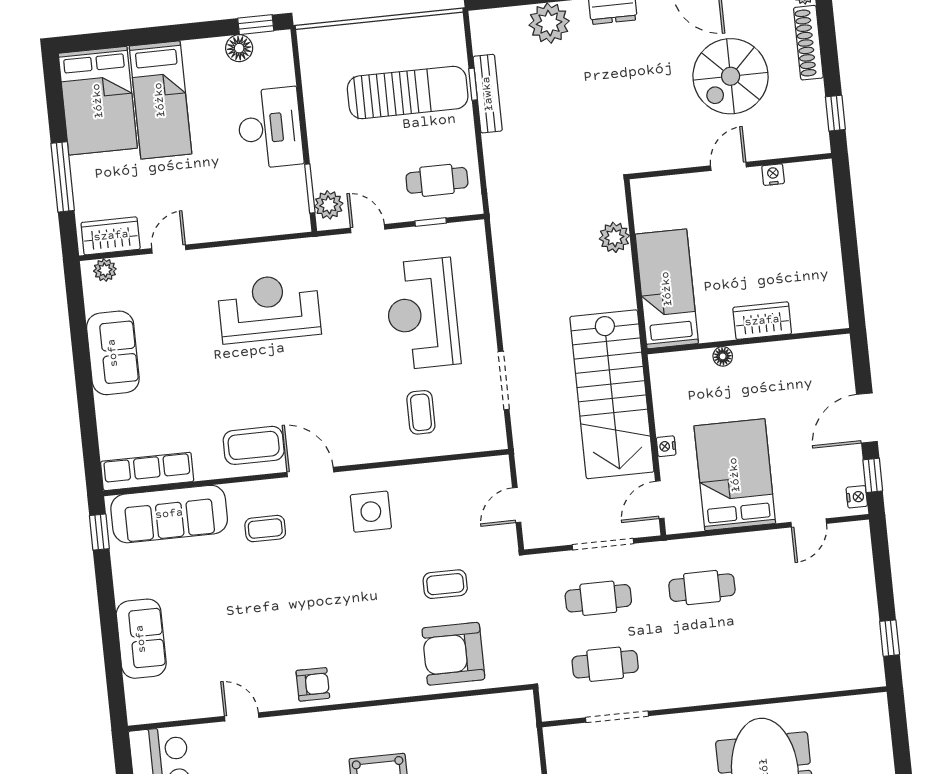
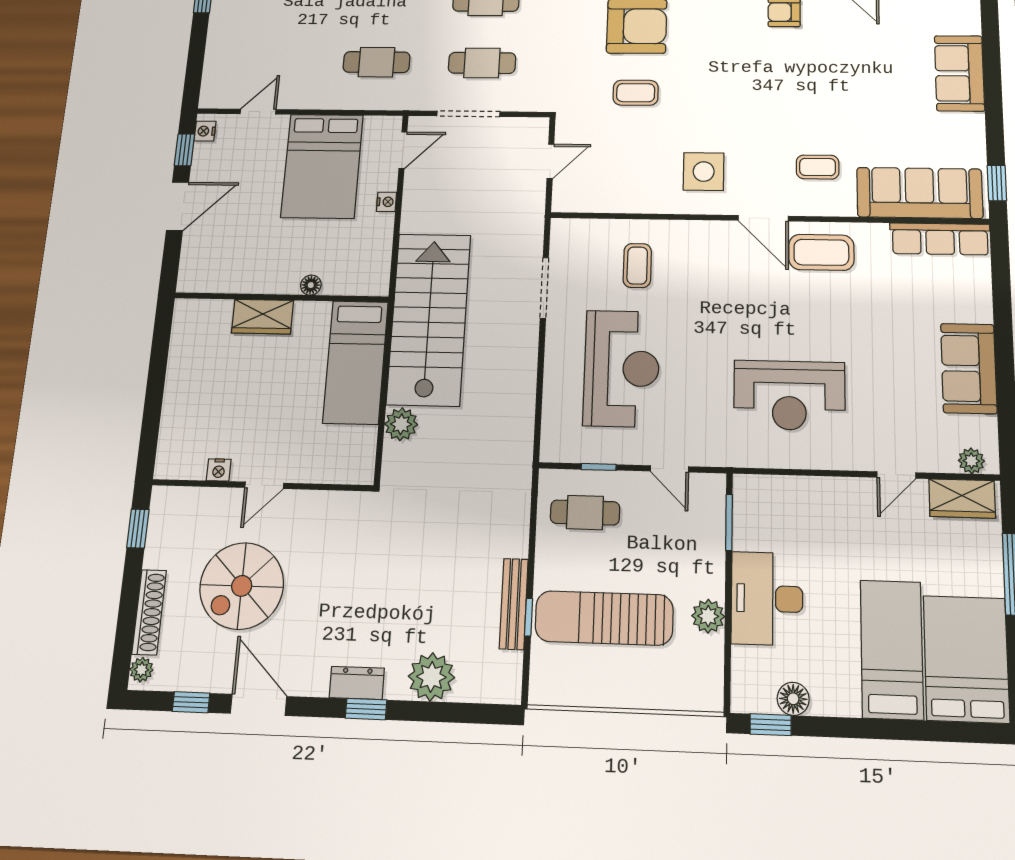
spiral stairs: (731, 76) -> (242, 586), turned 180
plant: (329, 205) -> (708, 616), moved
stairs: (612, 394) -> (429, 319), moved

